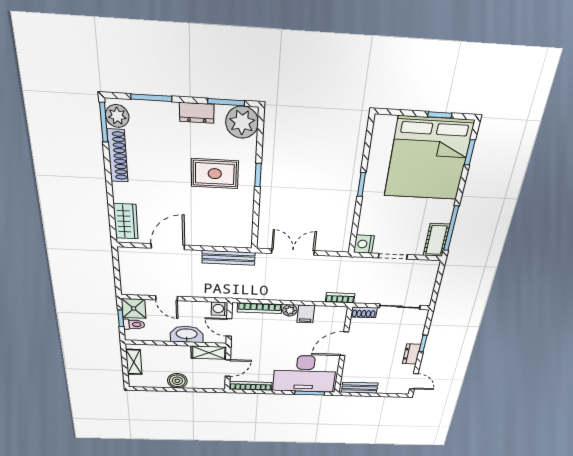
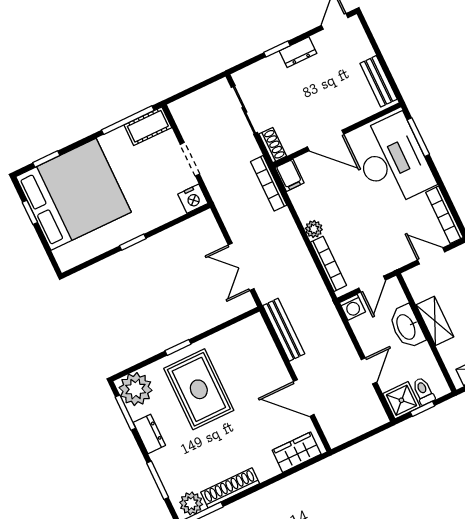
rug: (215, 174) -> (199, 389), width x1.36, depth x1.43
bookcase: (340, 298) -> (269, 183), width x1.56
filing cabinet: (306, 314) -> (290, 175), moved, turned 90
shelving: (209, 353) -> (435, 321), moved

